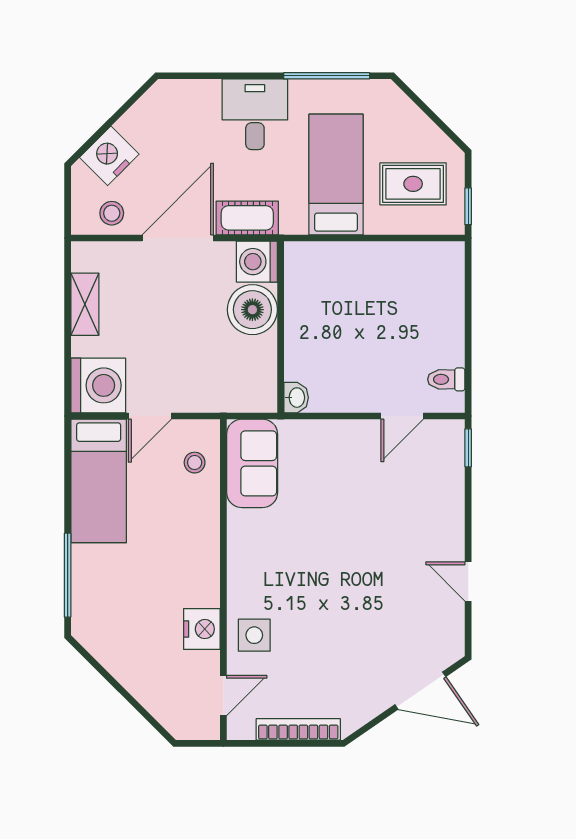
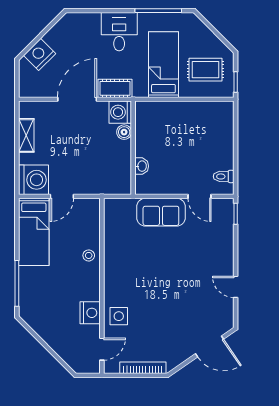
stool: (112, 213) -> (41, 86), removed
boiler: (252, 310) -> (124, 132), width x0.54, depth x0.54
washbasin: (296, 398) -> (142, 166), moved
door: (402, 416) -> (200, 196), hinge flipped
stool: (195, 463) -> (89, 255), moved
sofa: (252, 463) -> (161, 212), moved, turned 90

